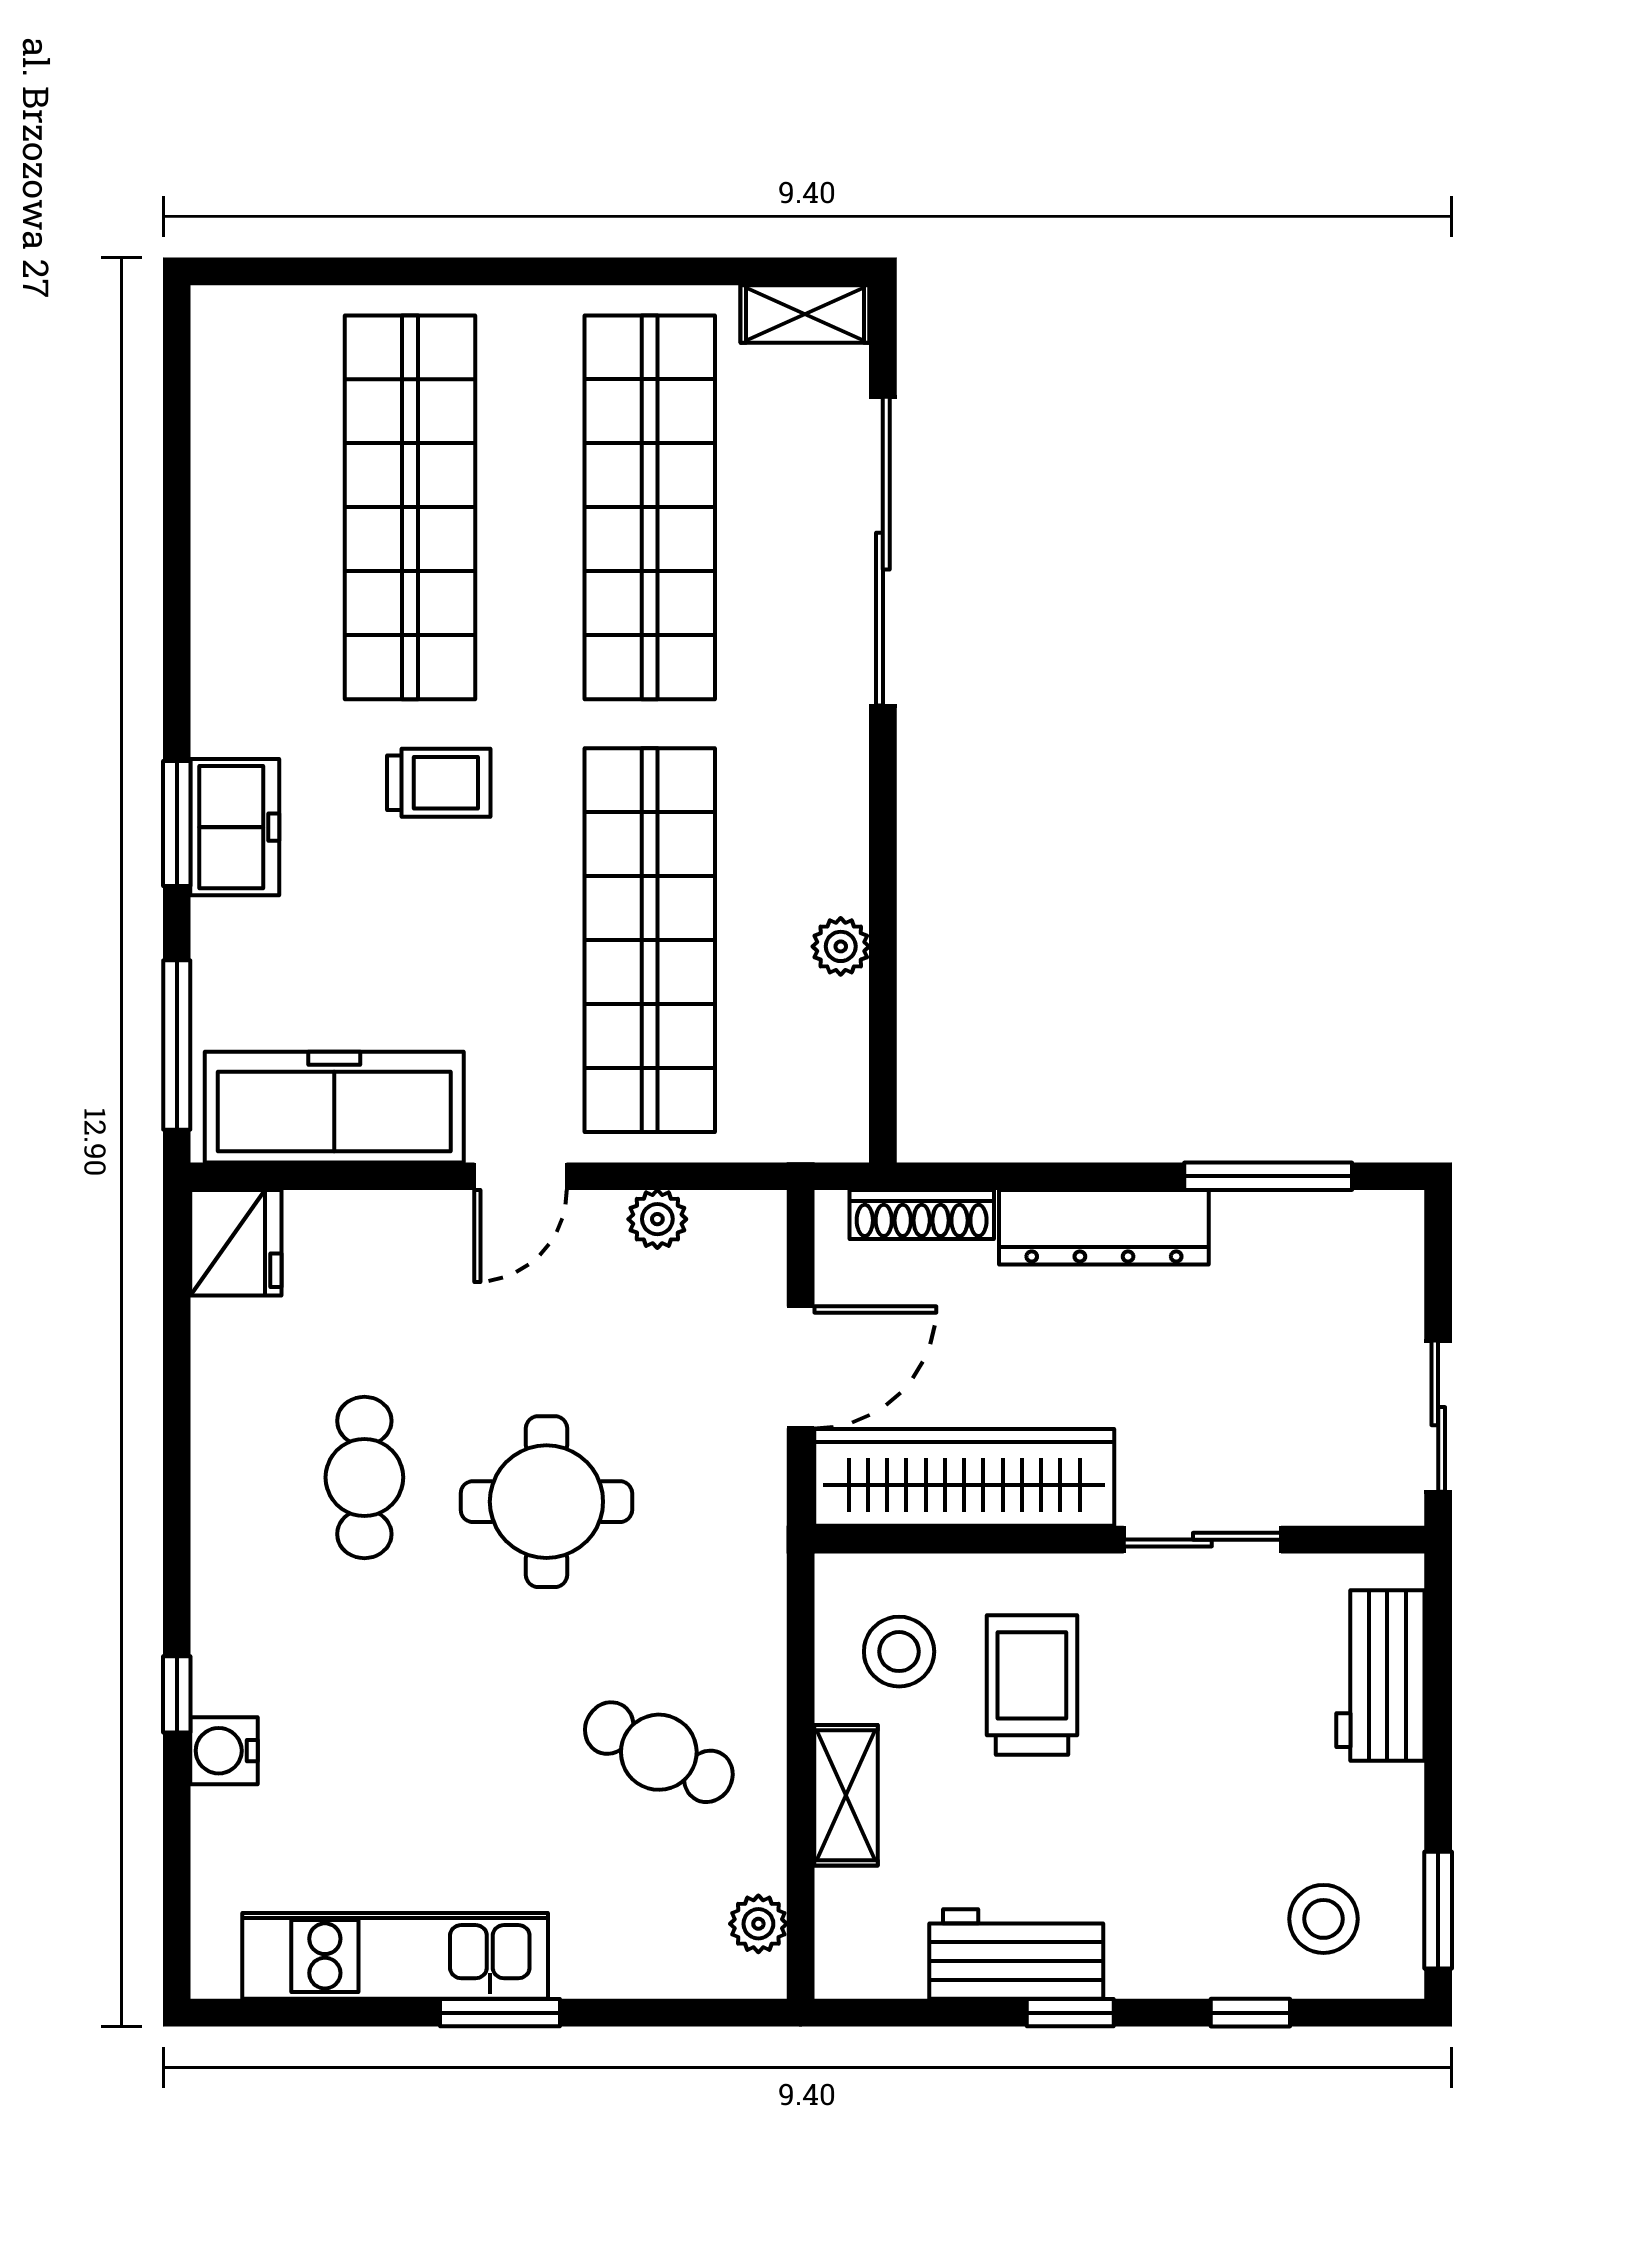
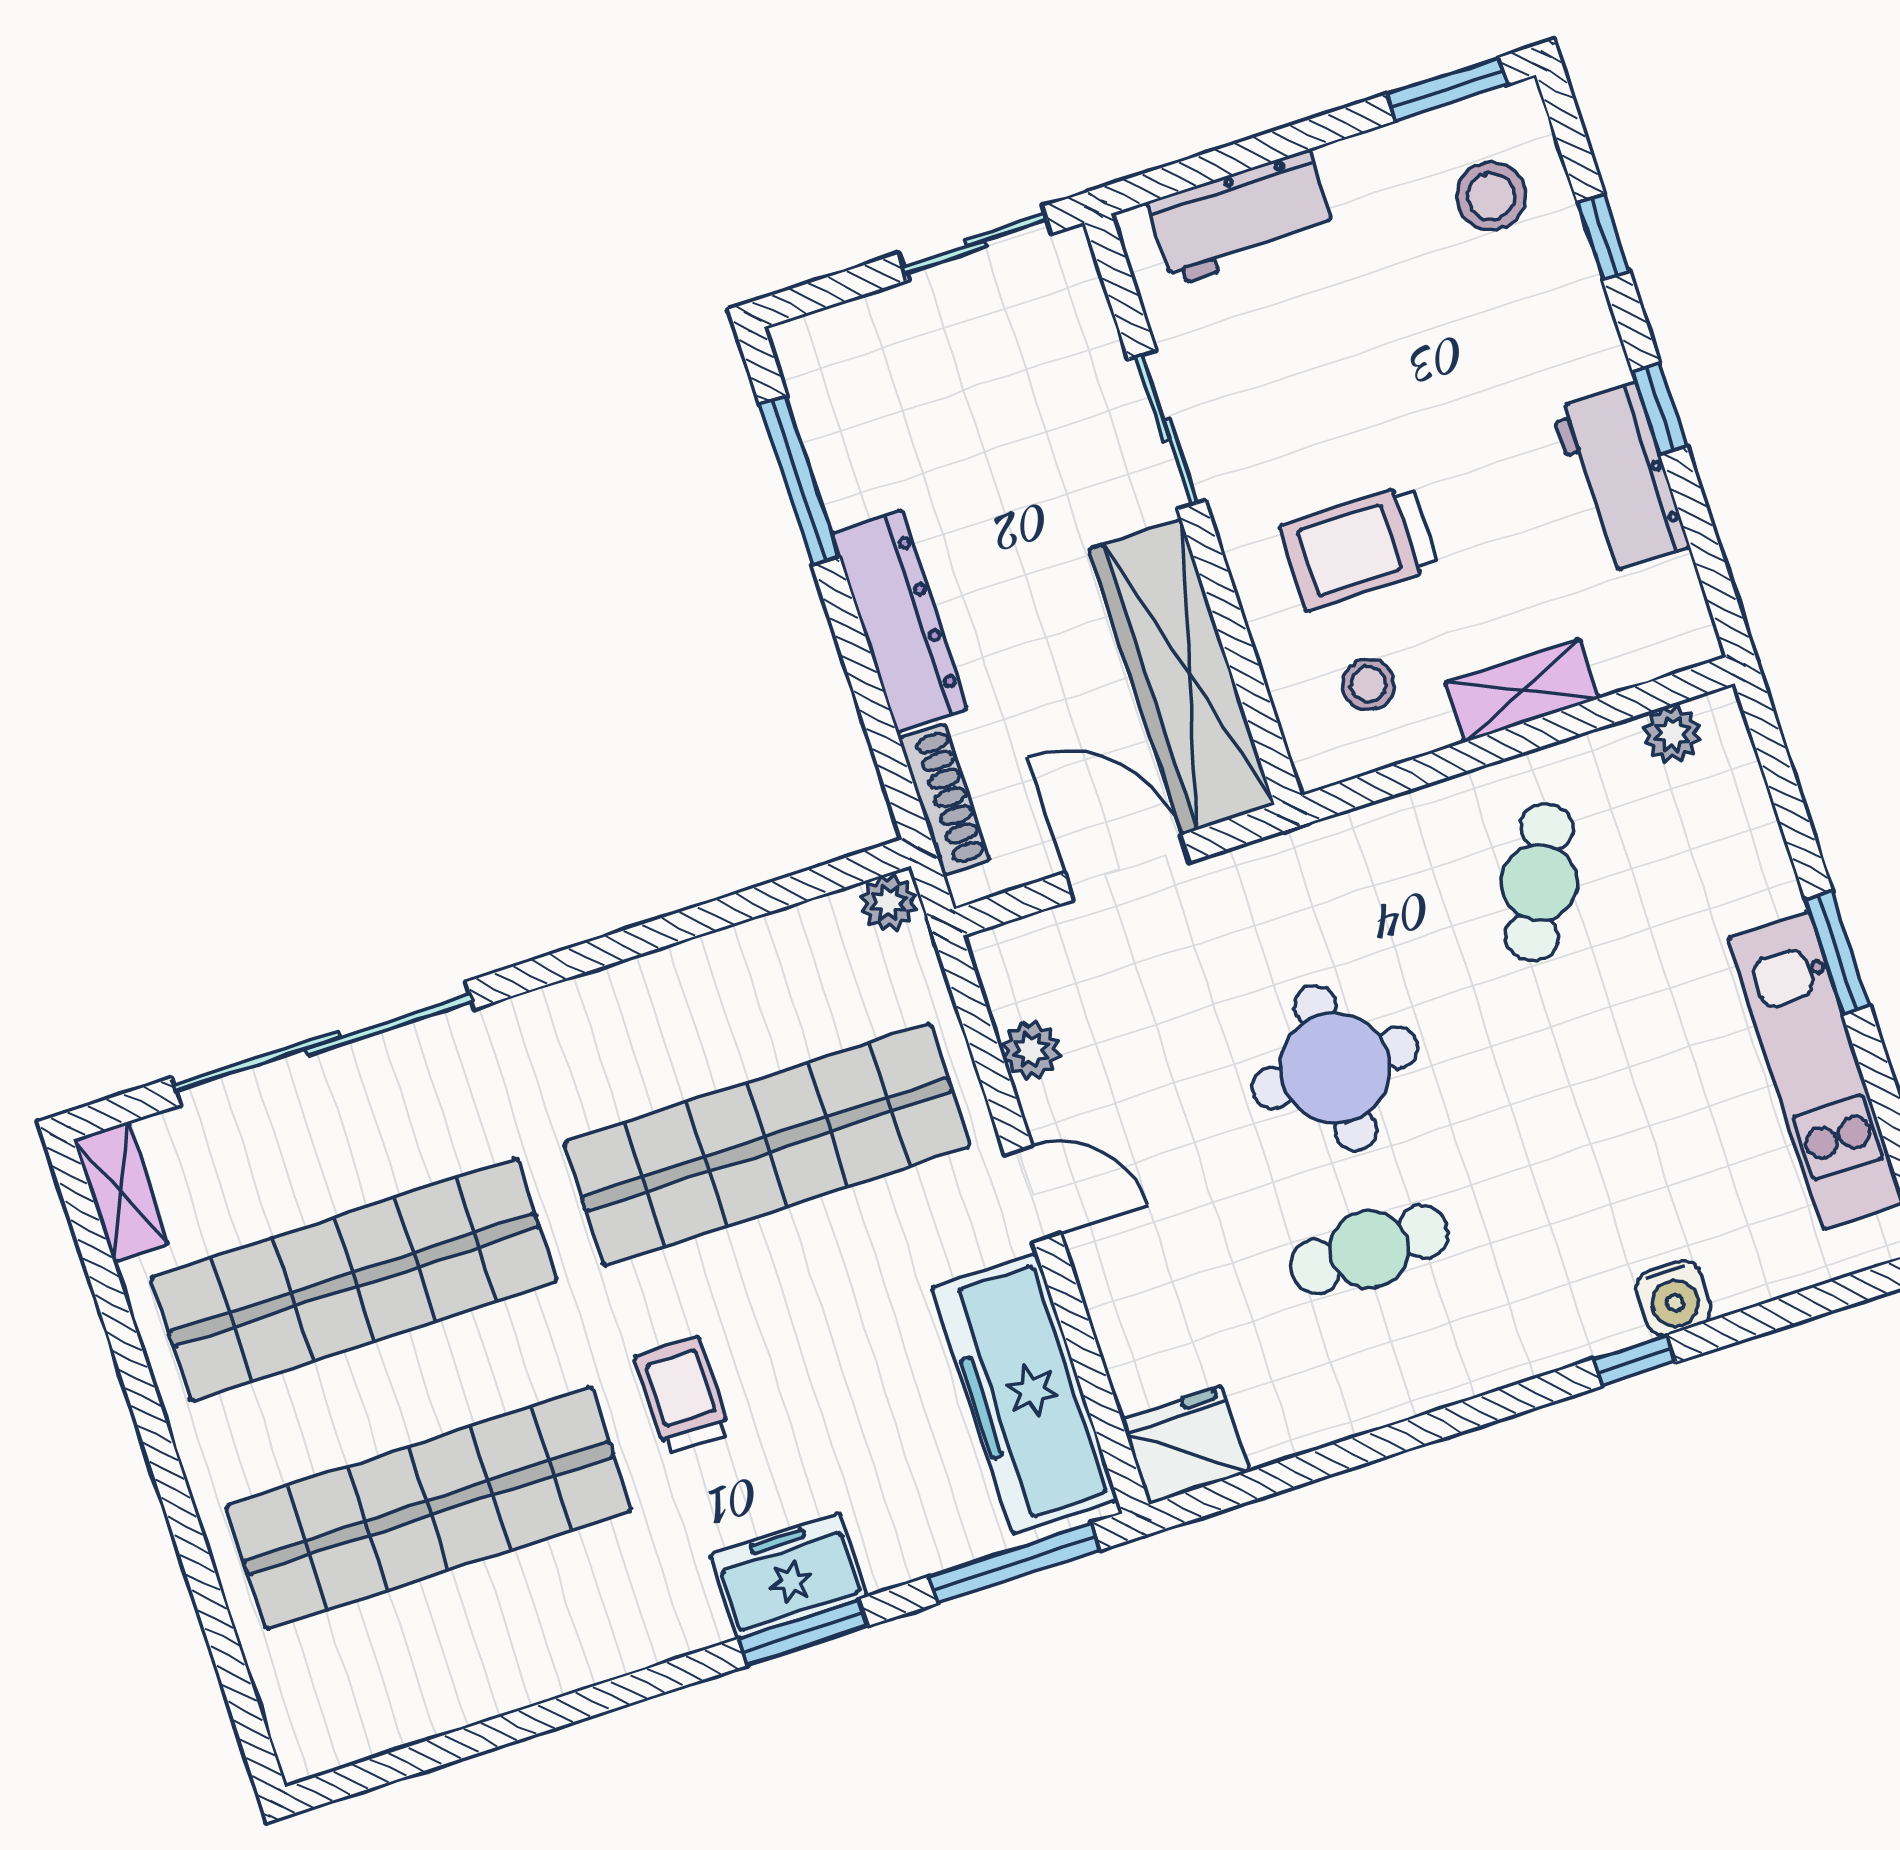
plant: (841, 946) -> (889, 903), moved
stool: (899, 1652) -> (1368, 685), width x0.73, depth x0.73

